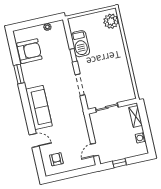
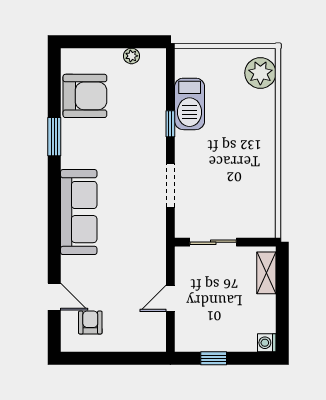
washing machine: (140, 138) -> (267, 343), moved
door: (34, 140) -> (54, 297), moved
door: (95, 150) -> (170, 298), moved

